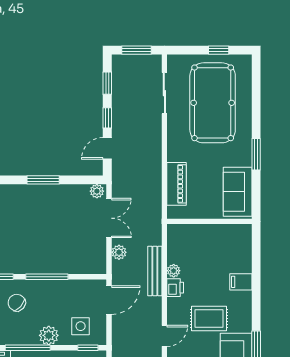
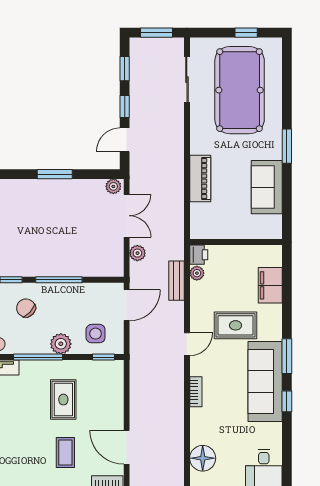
wall: (209, 221) -> (236, 242), moved
bench: (155, 271) -> (177, 281), width x0.73
filing cabinet: (241, 282) -> (270, 285), width x2.00
printer: (175, 288) -> (199, 255), moved

